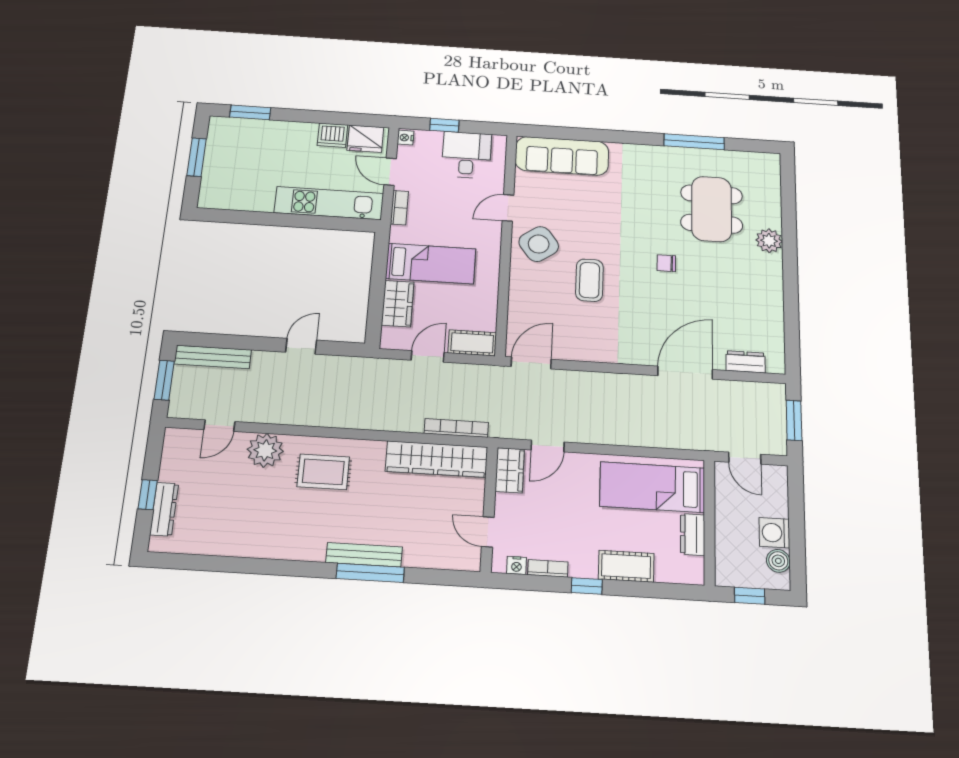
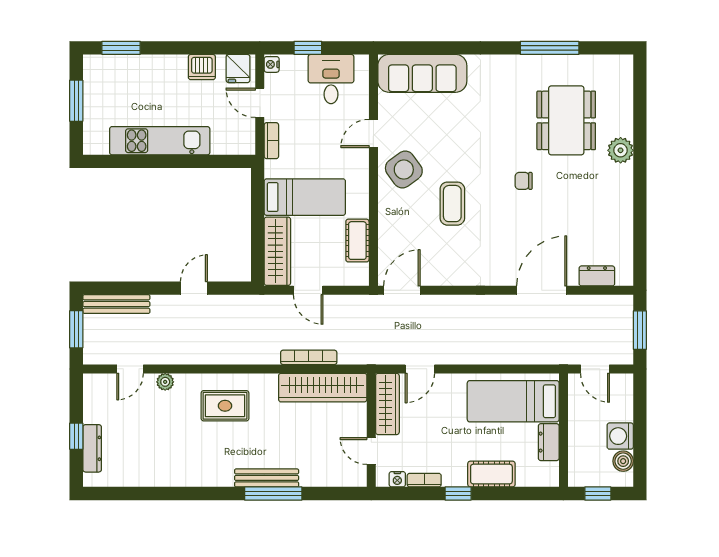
fridge: (365, 139) -> (238, 69), width x0.72
kitchen unit: (329, 203) -> (160, 141), moved
wardrobe: (398, 304) -> (277, 251), width x1.50
cot: (472, 343) -> (357, 241), moved, turned 90
door: (428, 356) -> (308, 290), swing flipped
bookcase: (456, 428) -> (309, 357), moved
plant: (265, 450) -> (165, 382), width x0.53, depth x0.53
wardrobe: (510, 470) -> (387, 404), width x1.50

